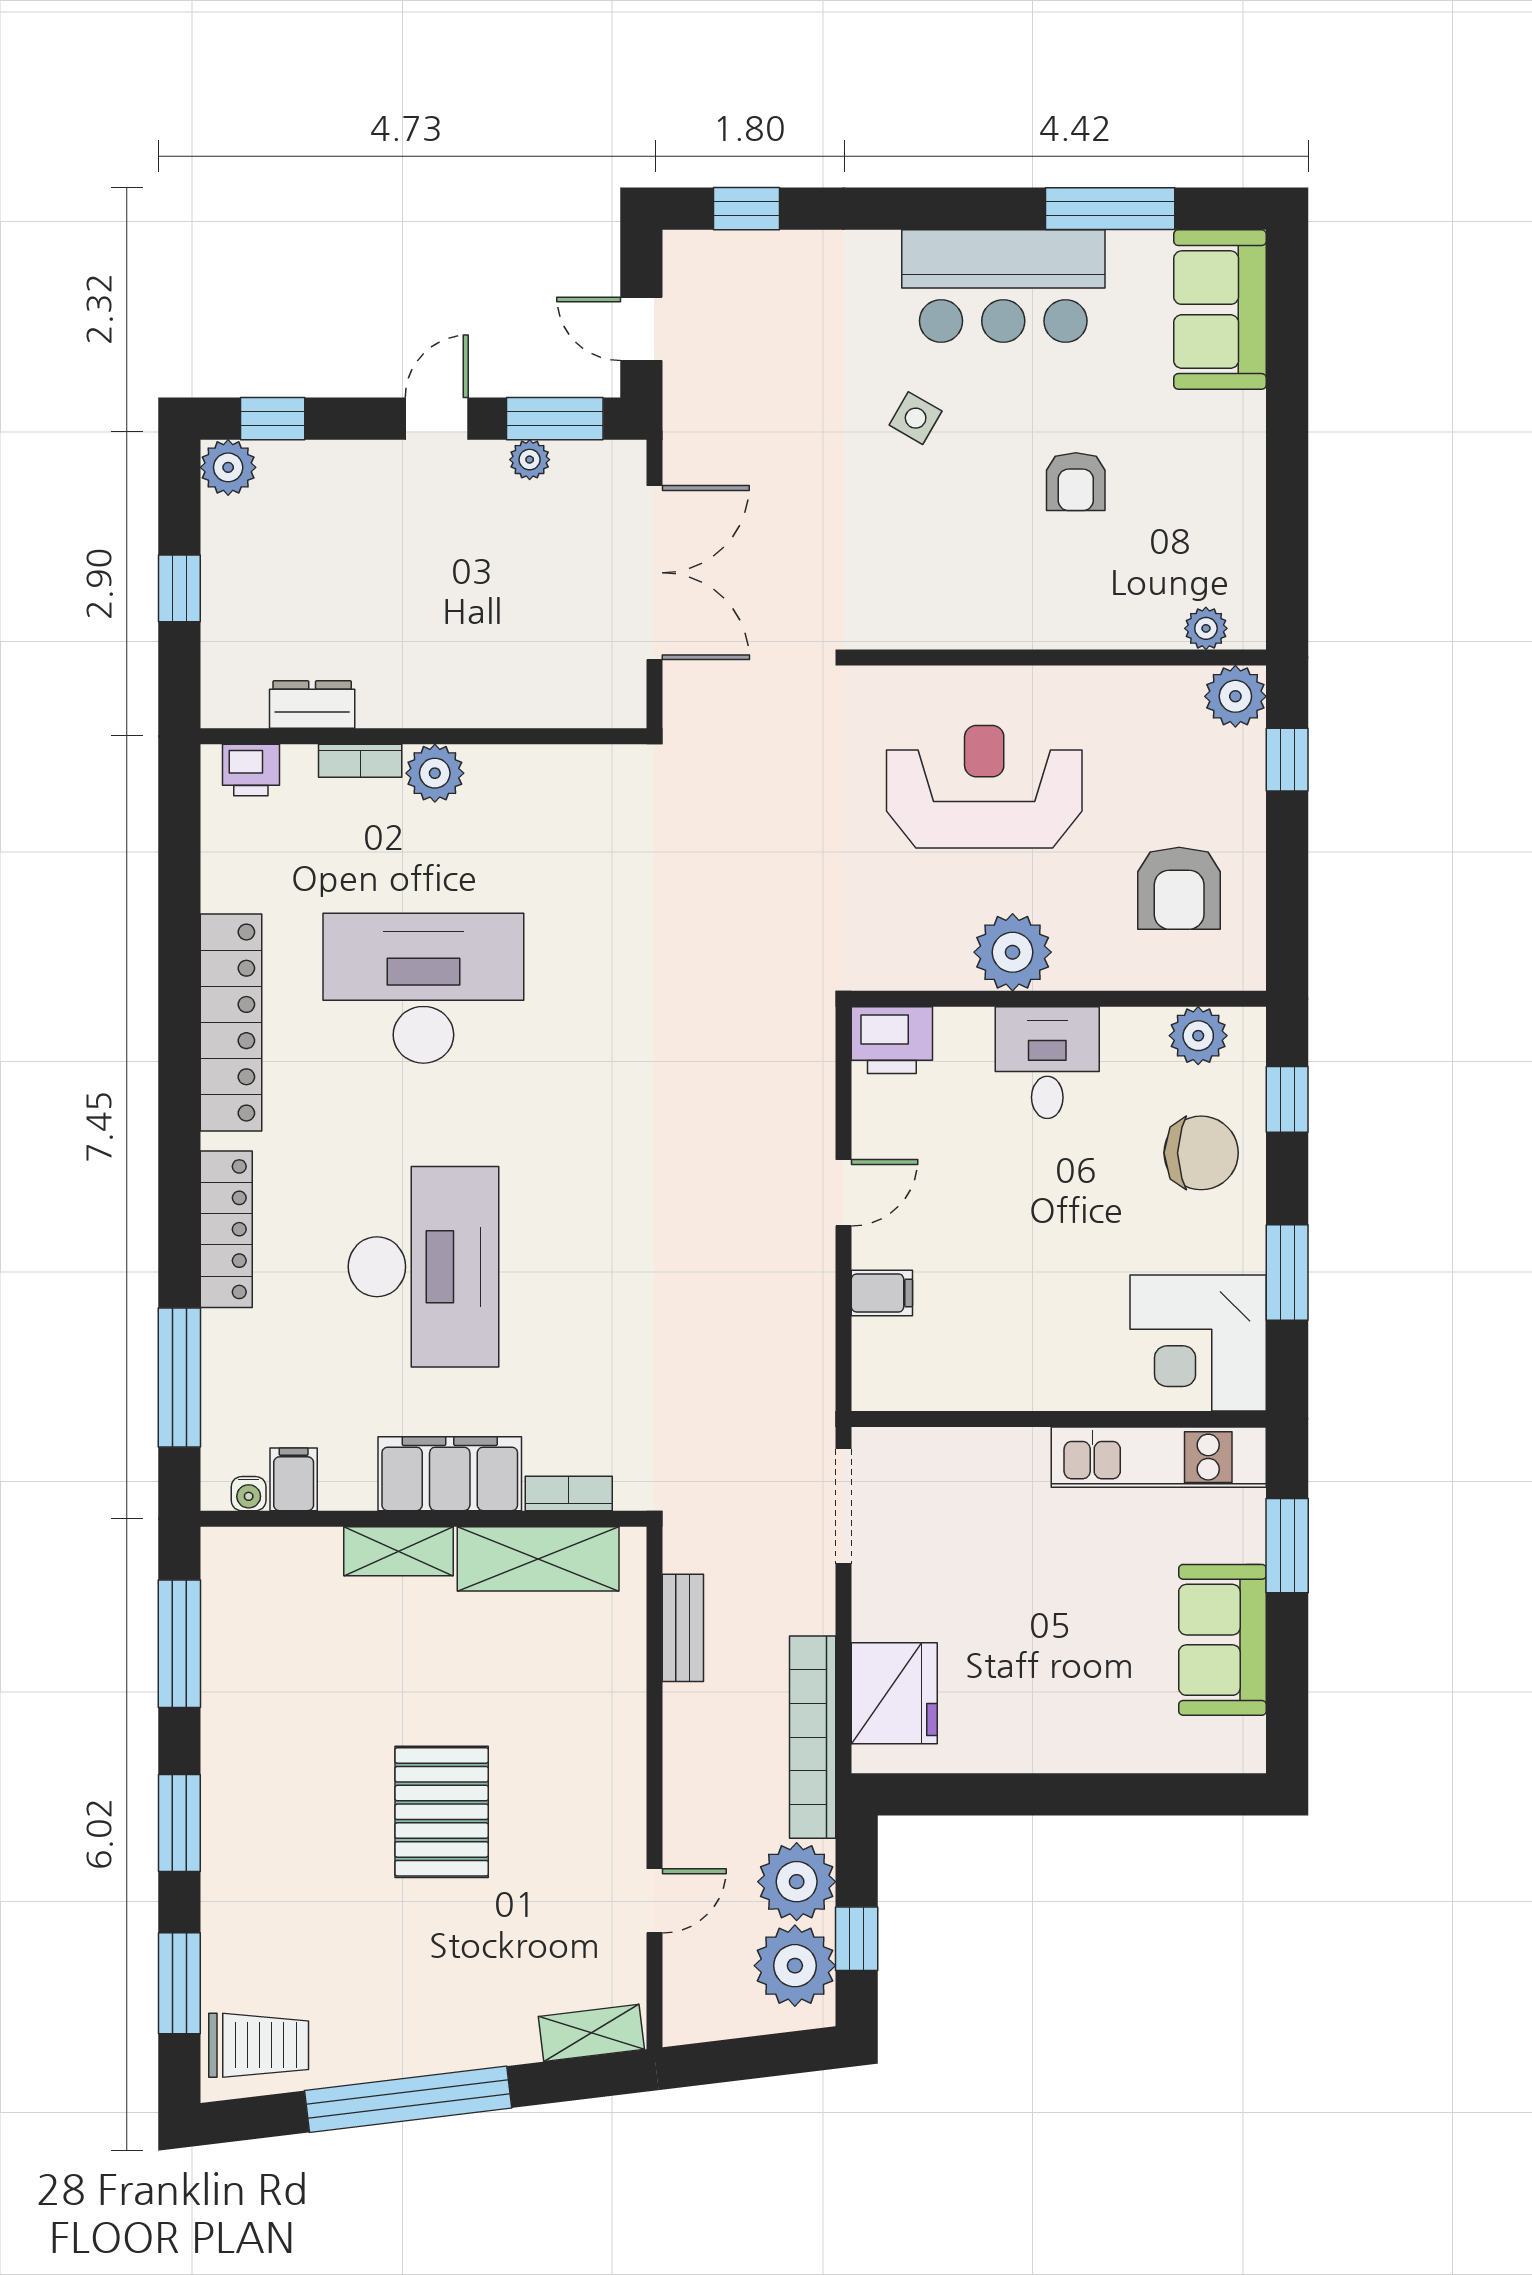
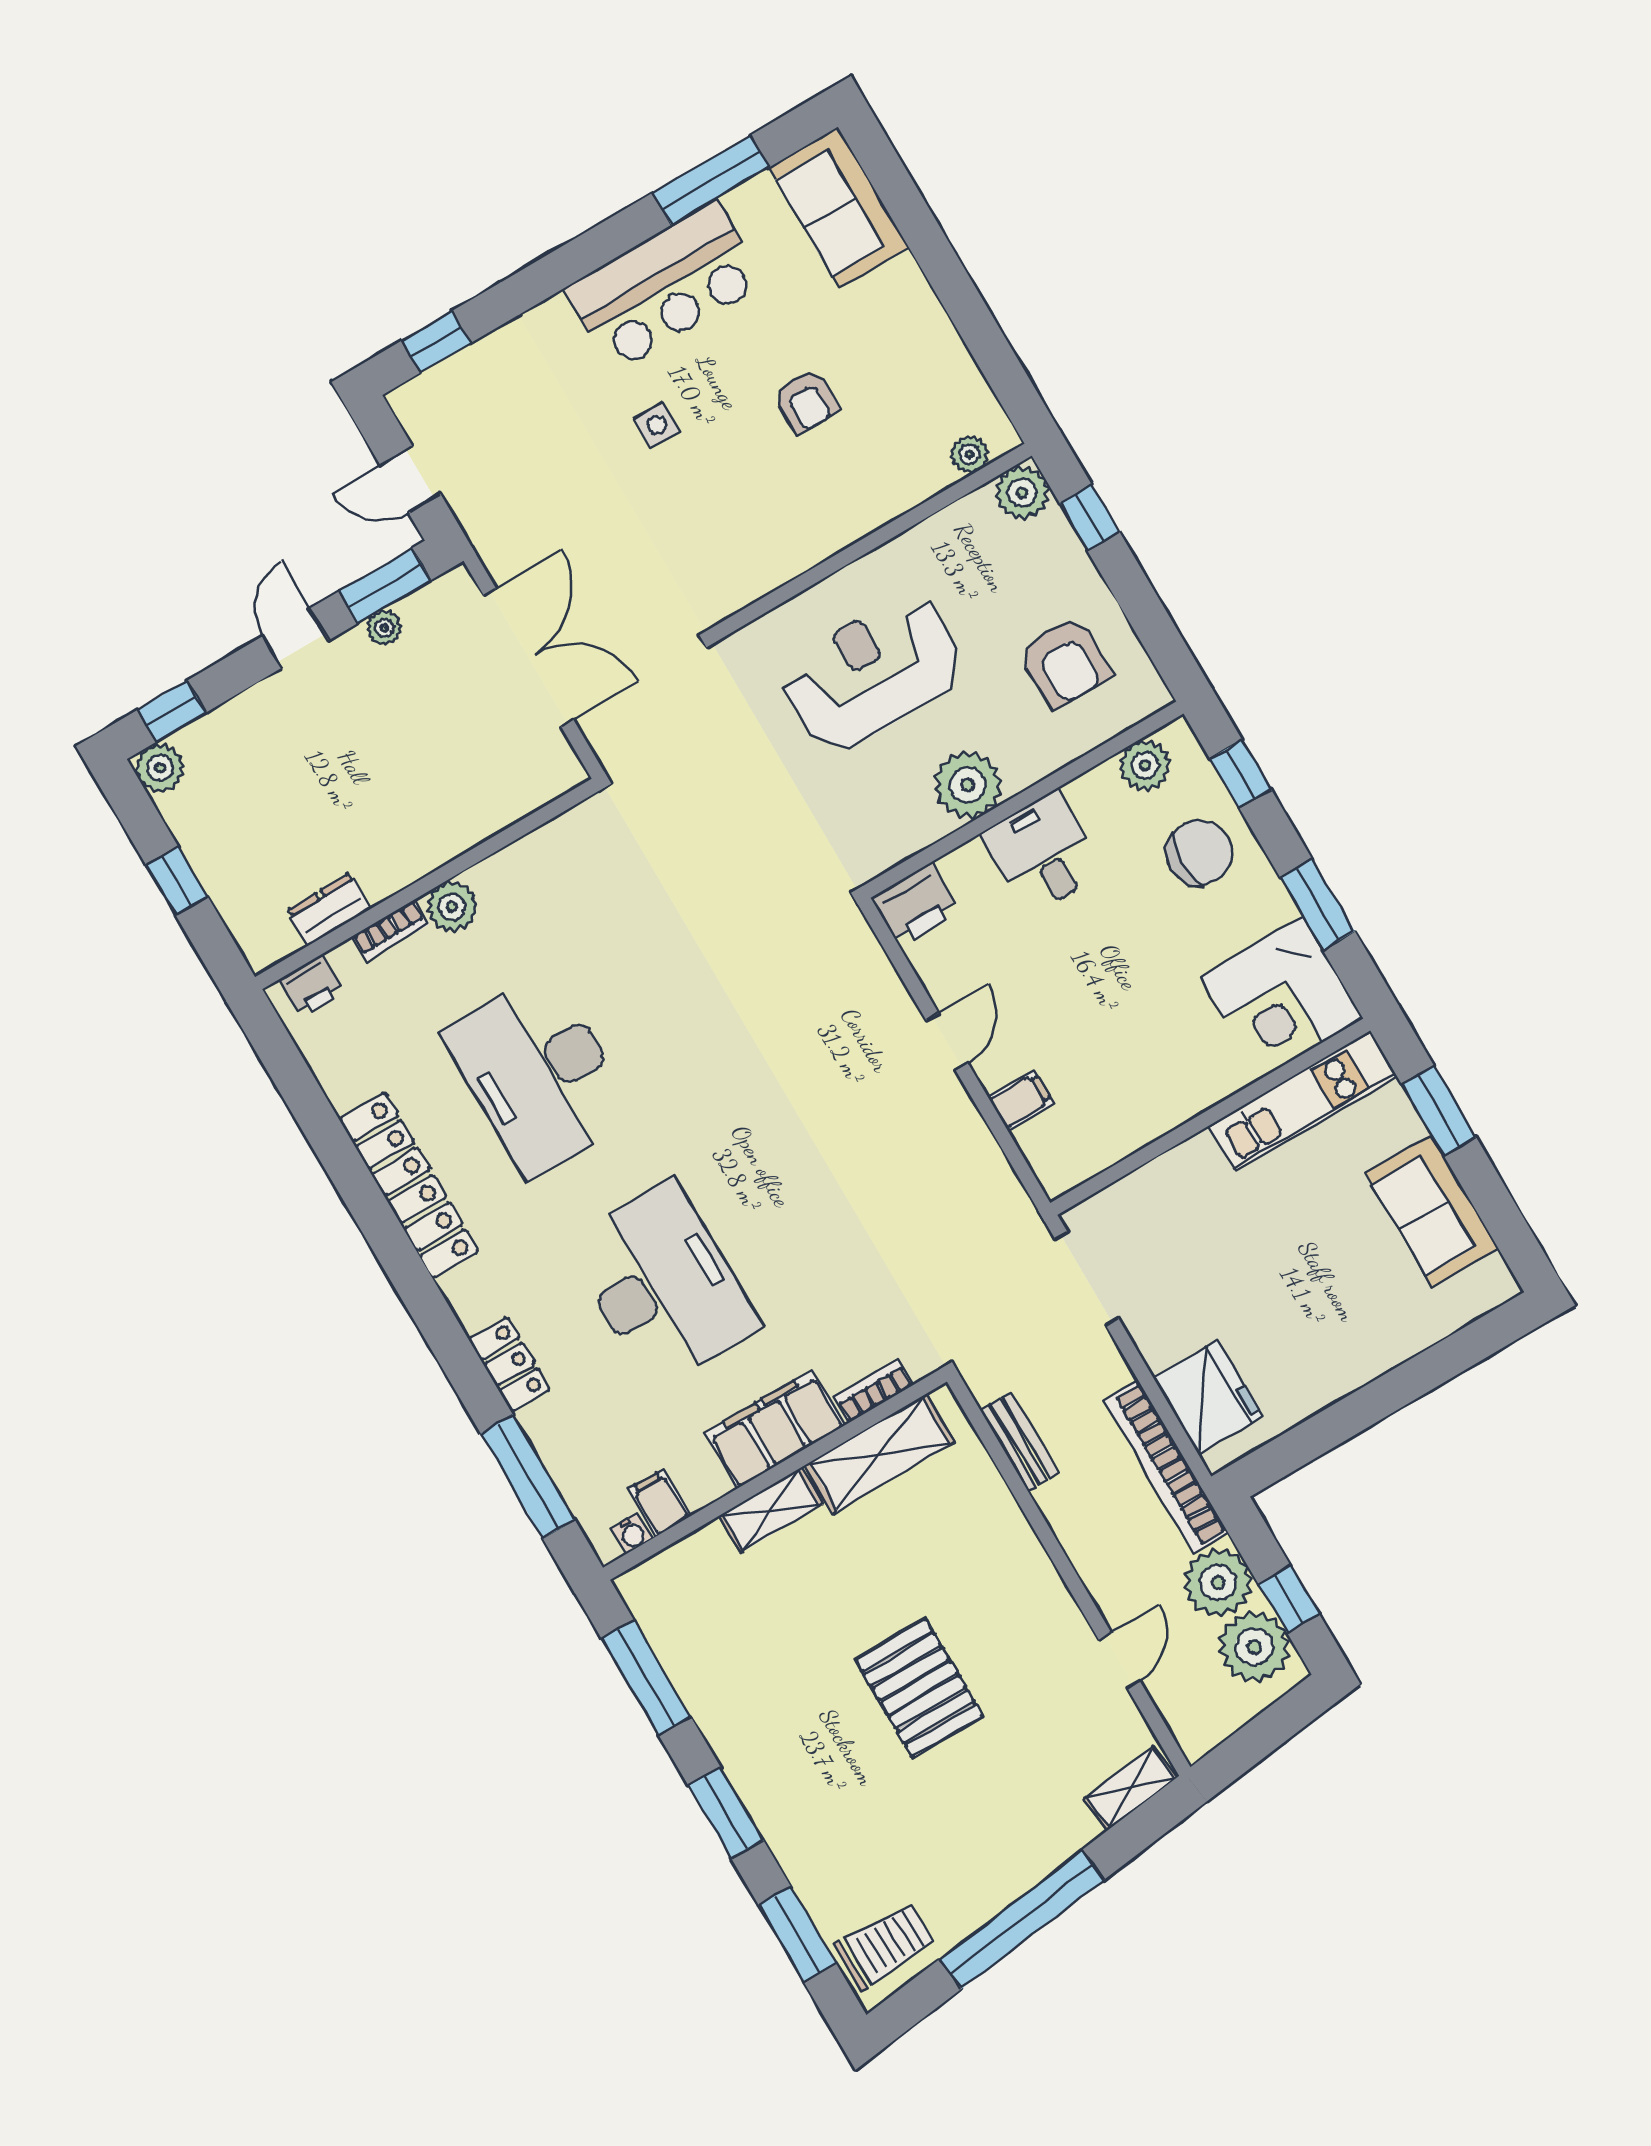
side table: (916, 418) -> (657, 425), turned -30
desk: (423, 988) -> (539, 1074), turned -90
locker: (226, 1229) -> (509, 1364), width x0.66

